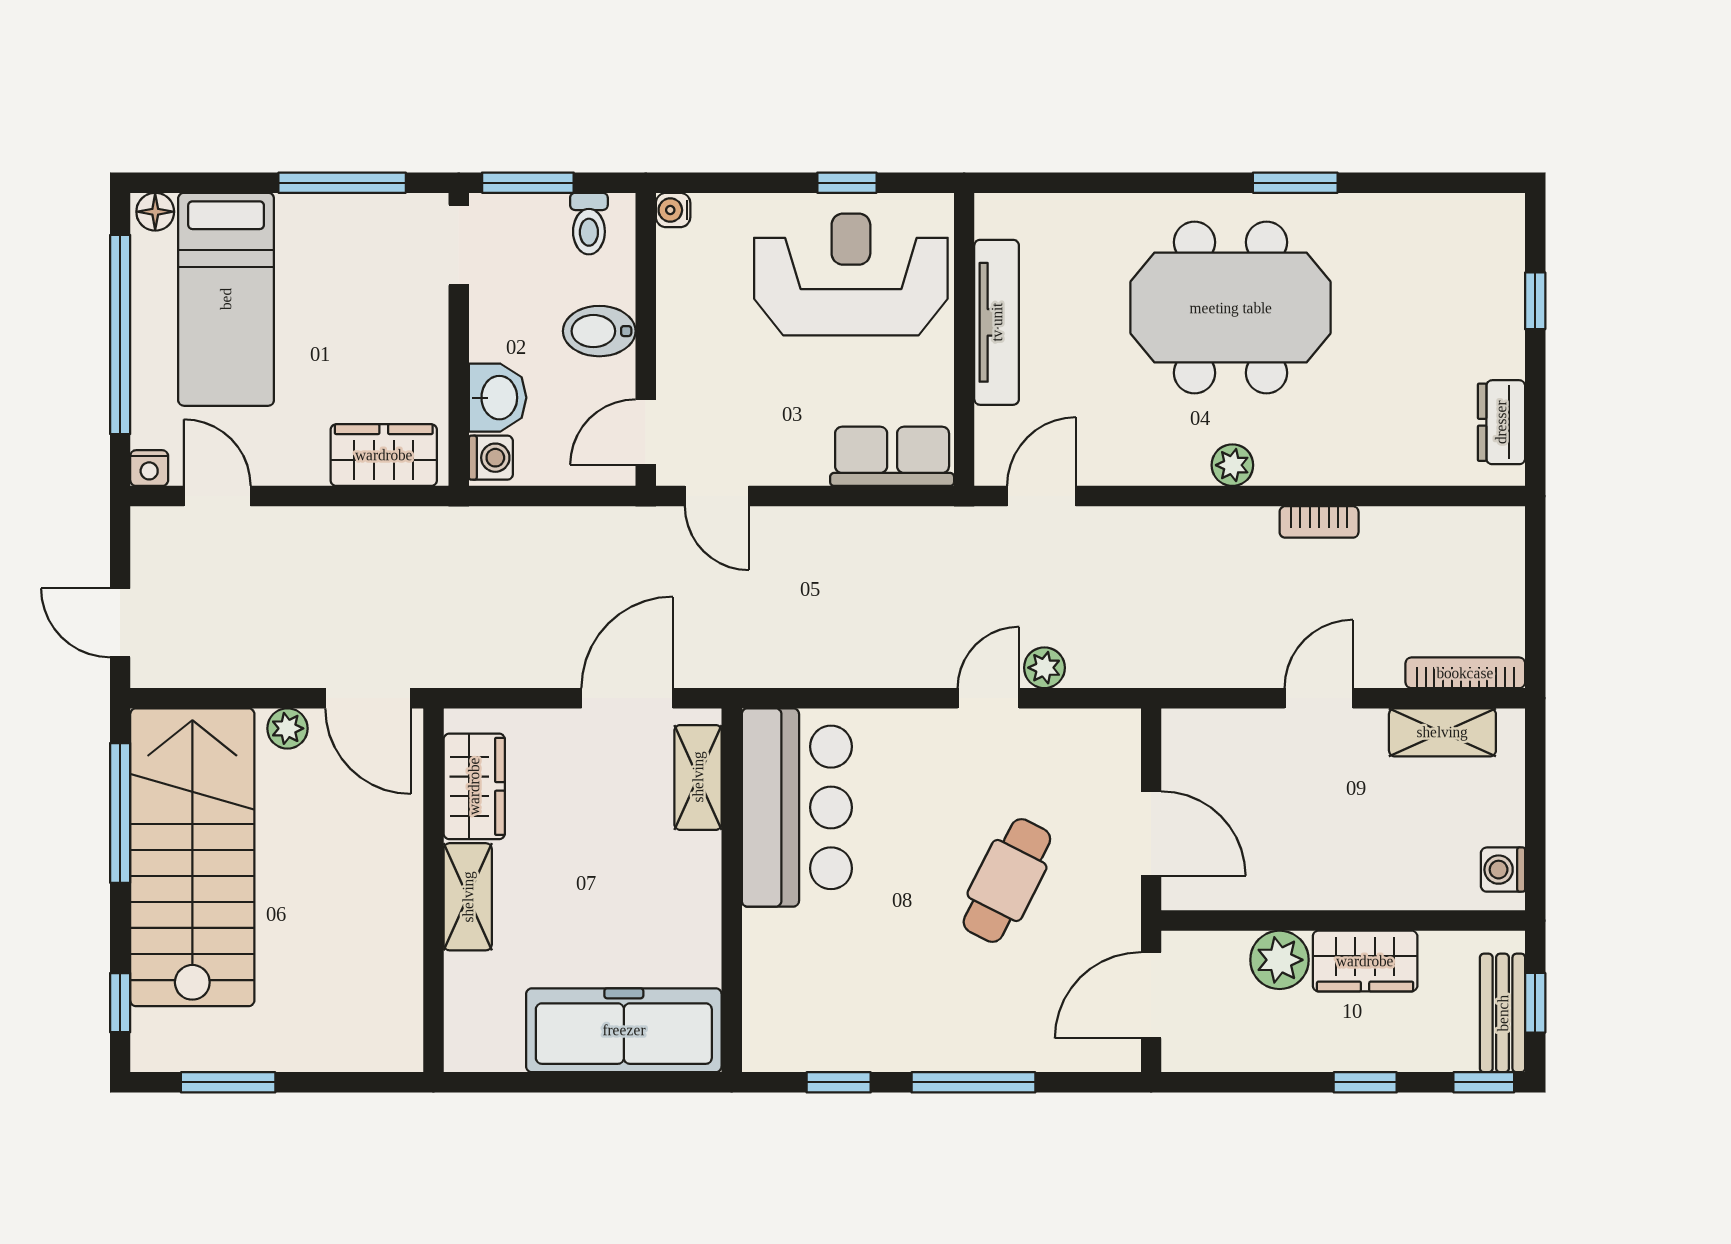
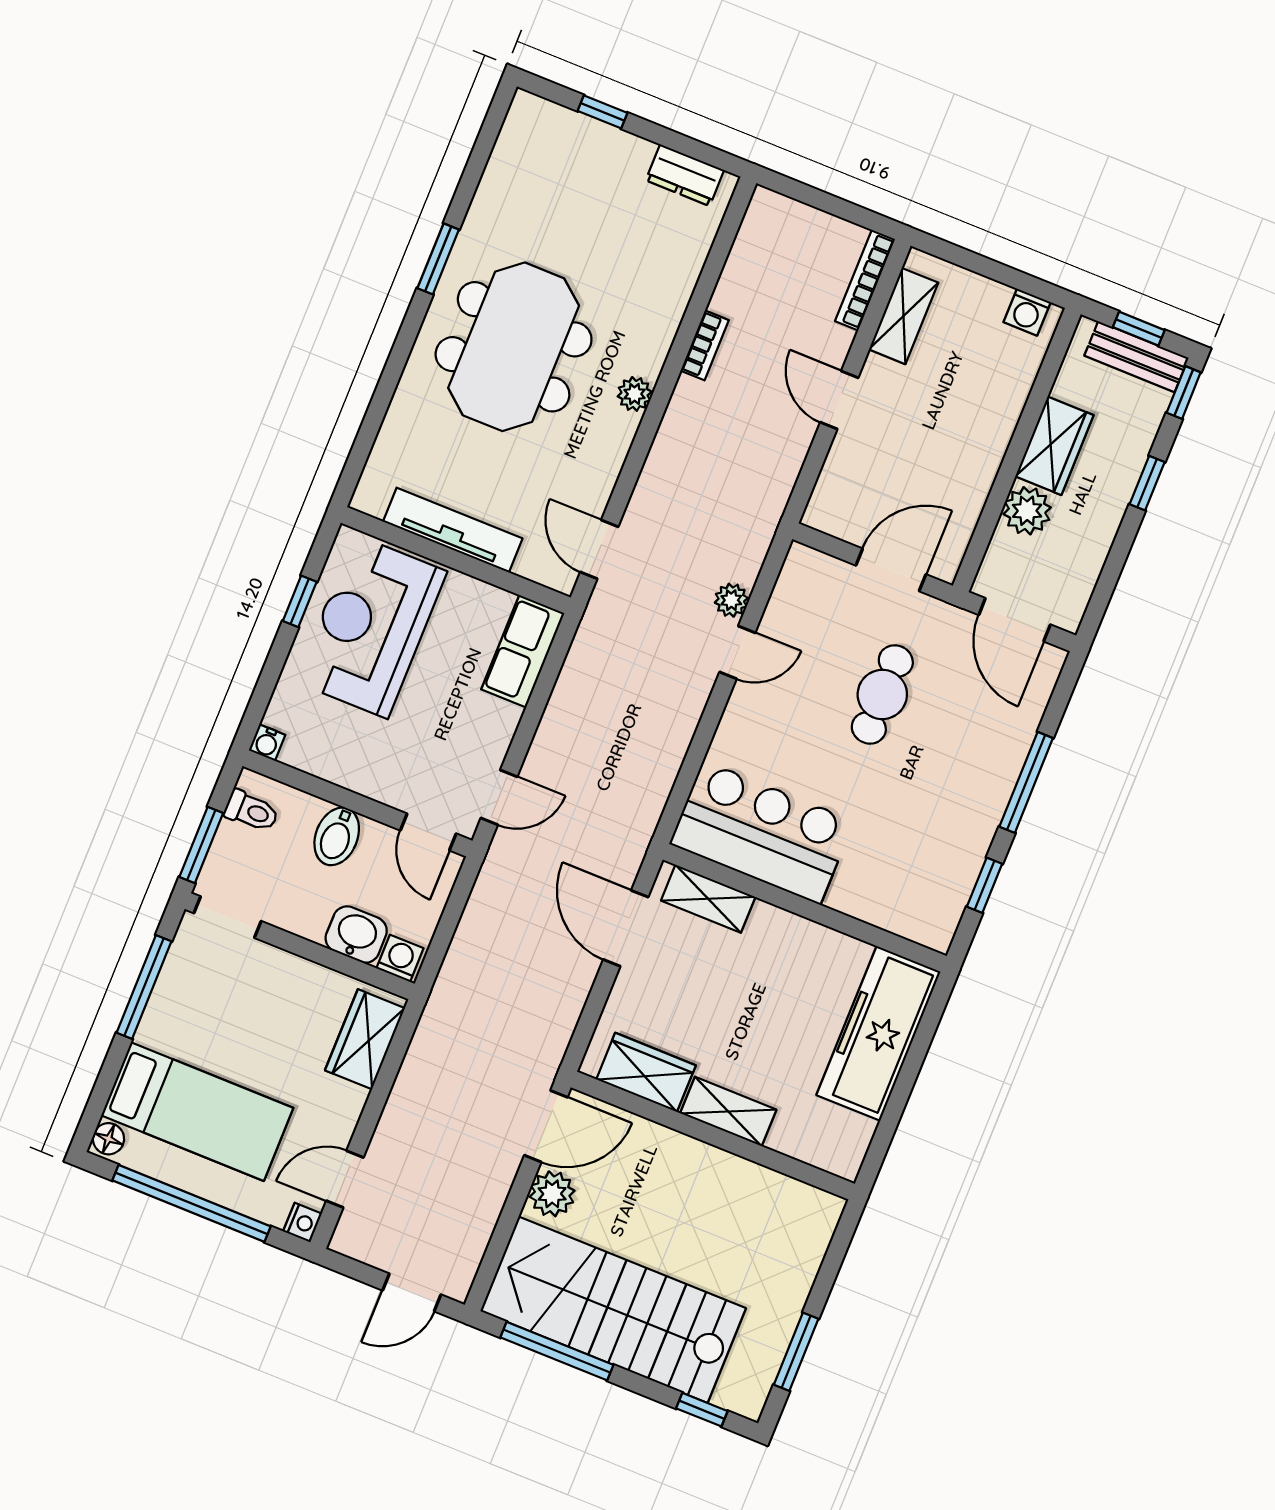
door: (988, 698) -> (737, 652), swing flipped
plant: (287, 728) -> (552, 1194), width x1.38, depth x1.38
cafe table: (1007, 880) -> (882, 694), turned 63

